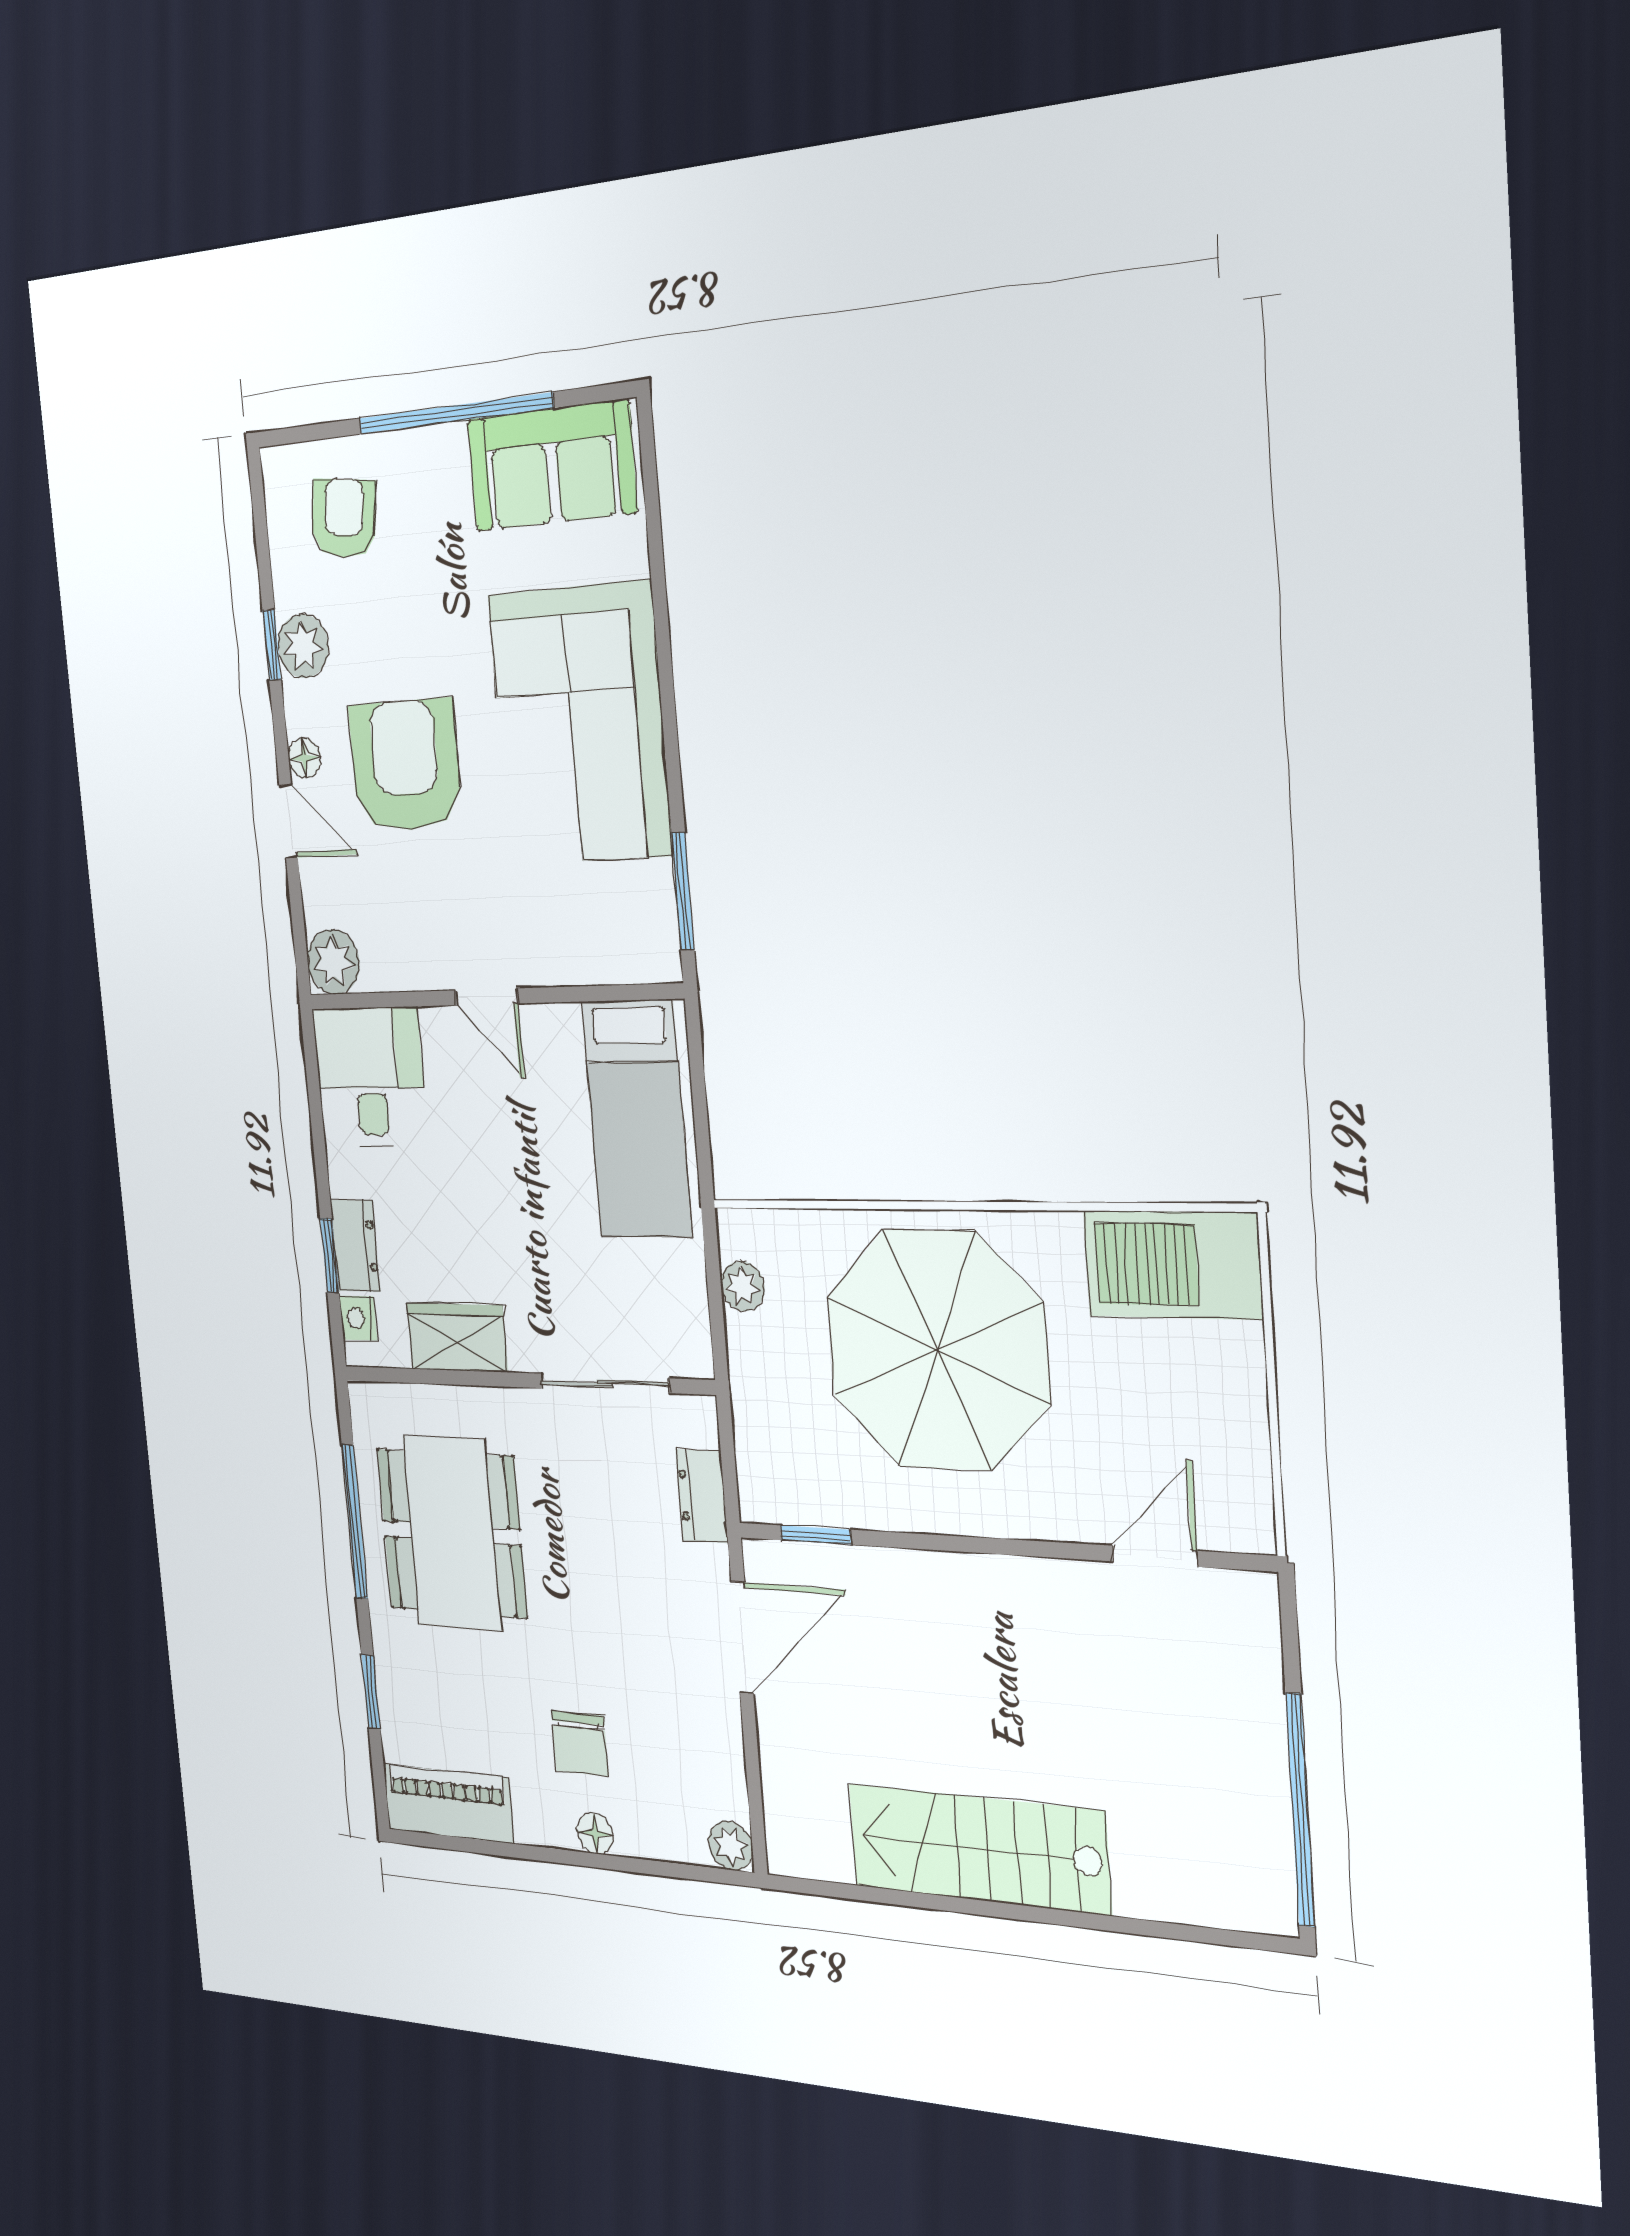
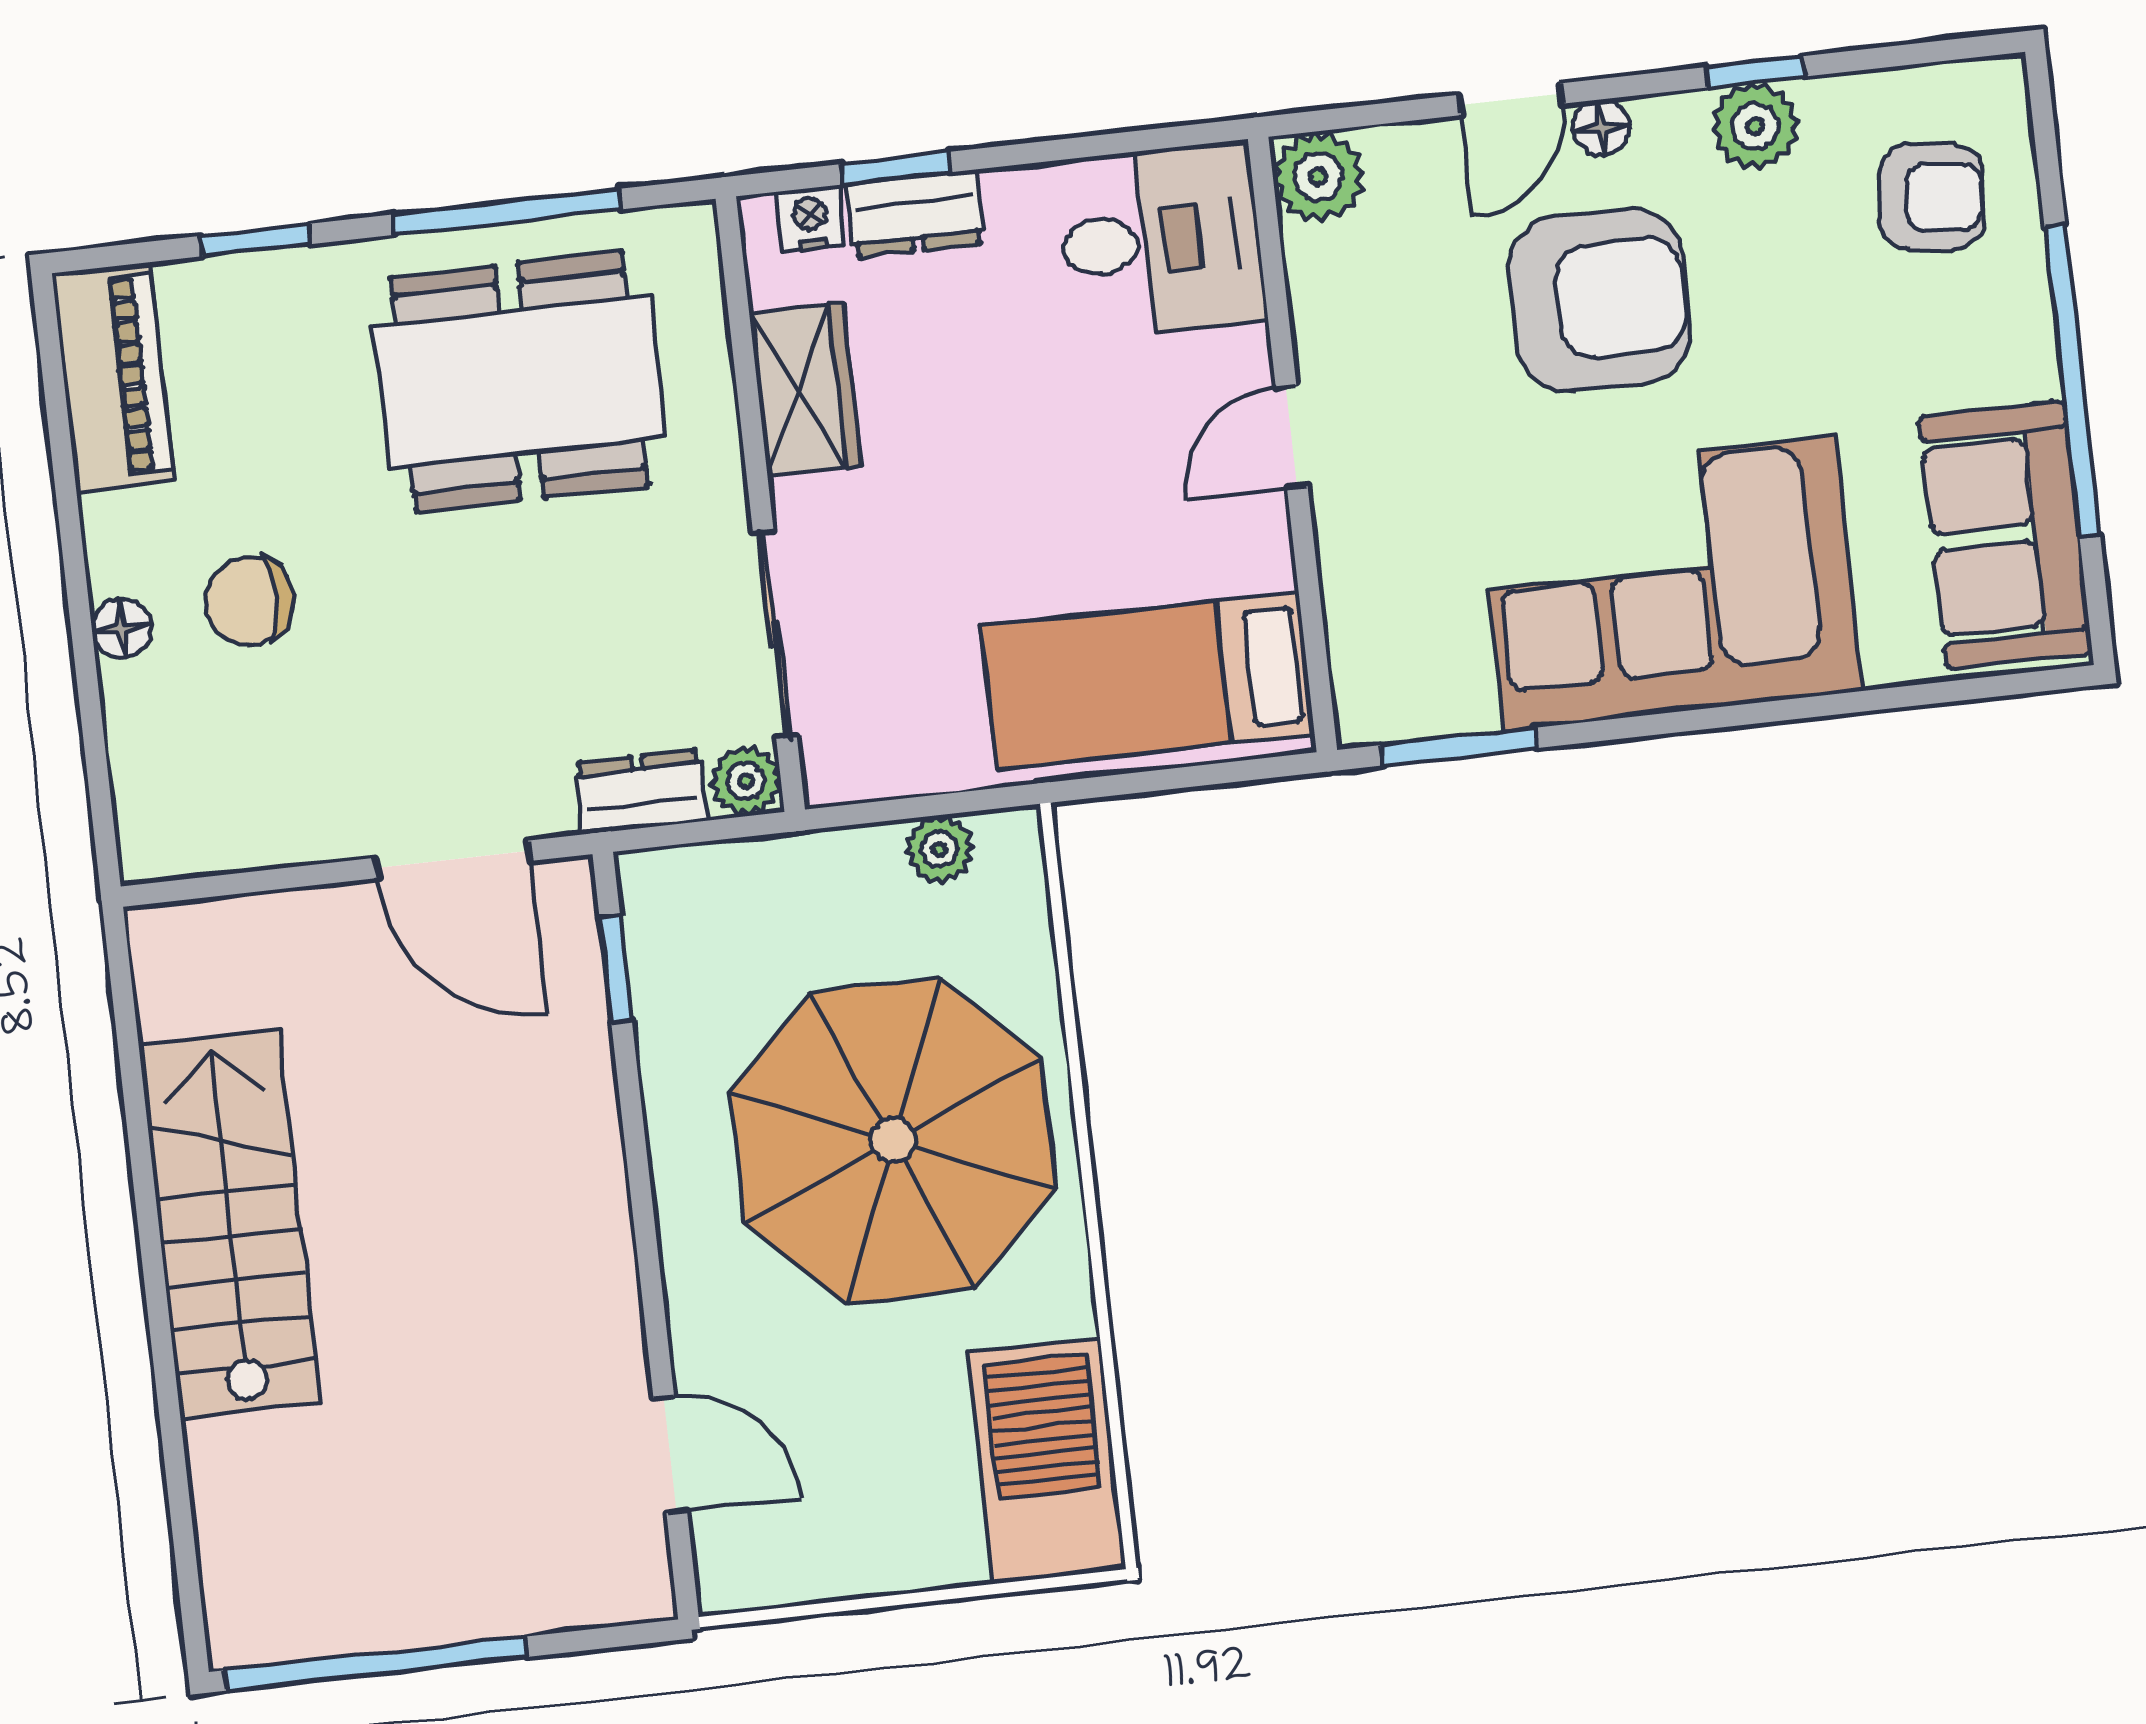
plant: (731, 1846) -> (746, 781), moved

